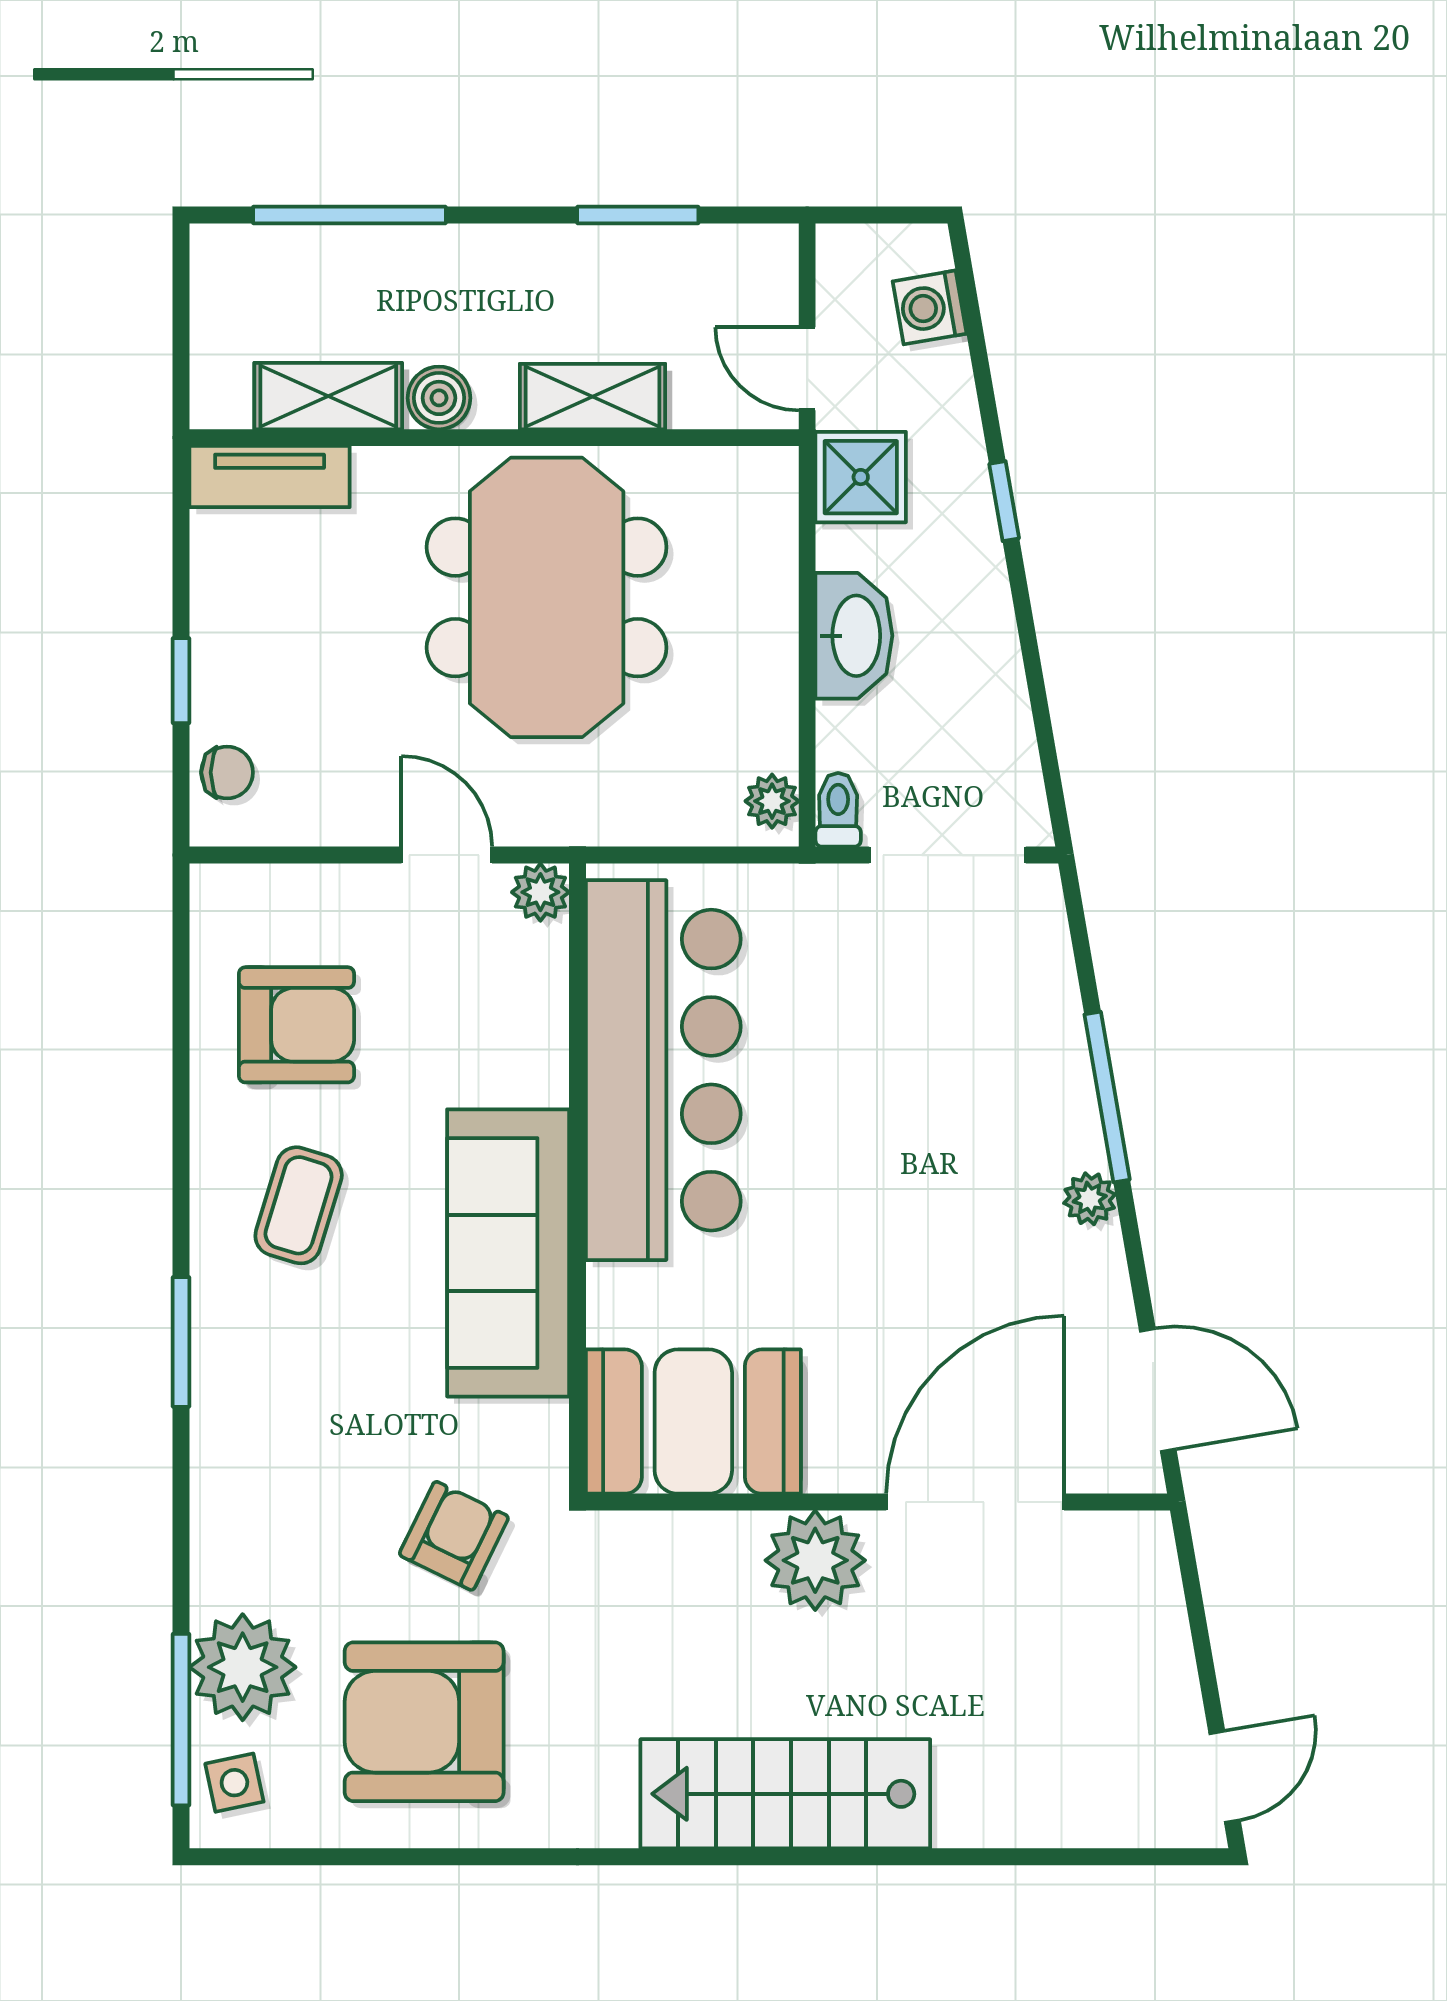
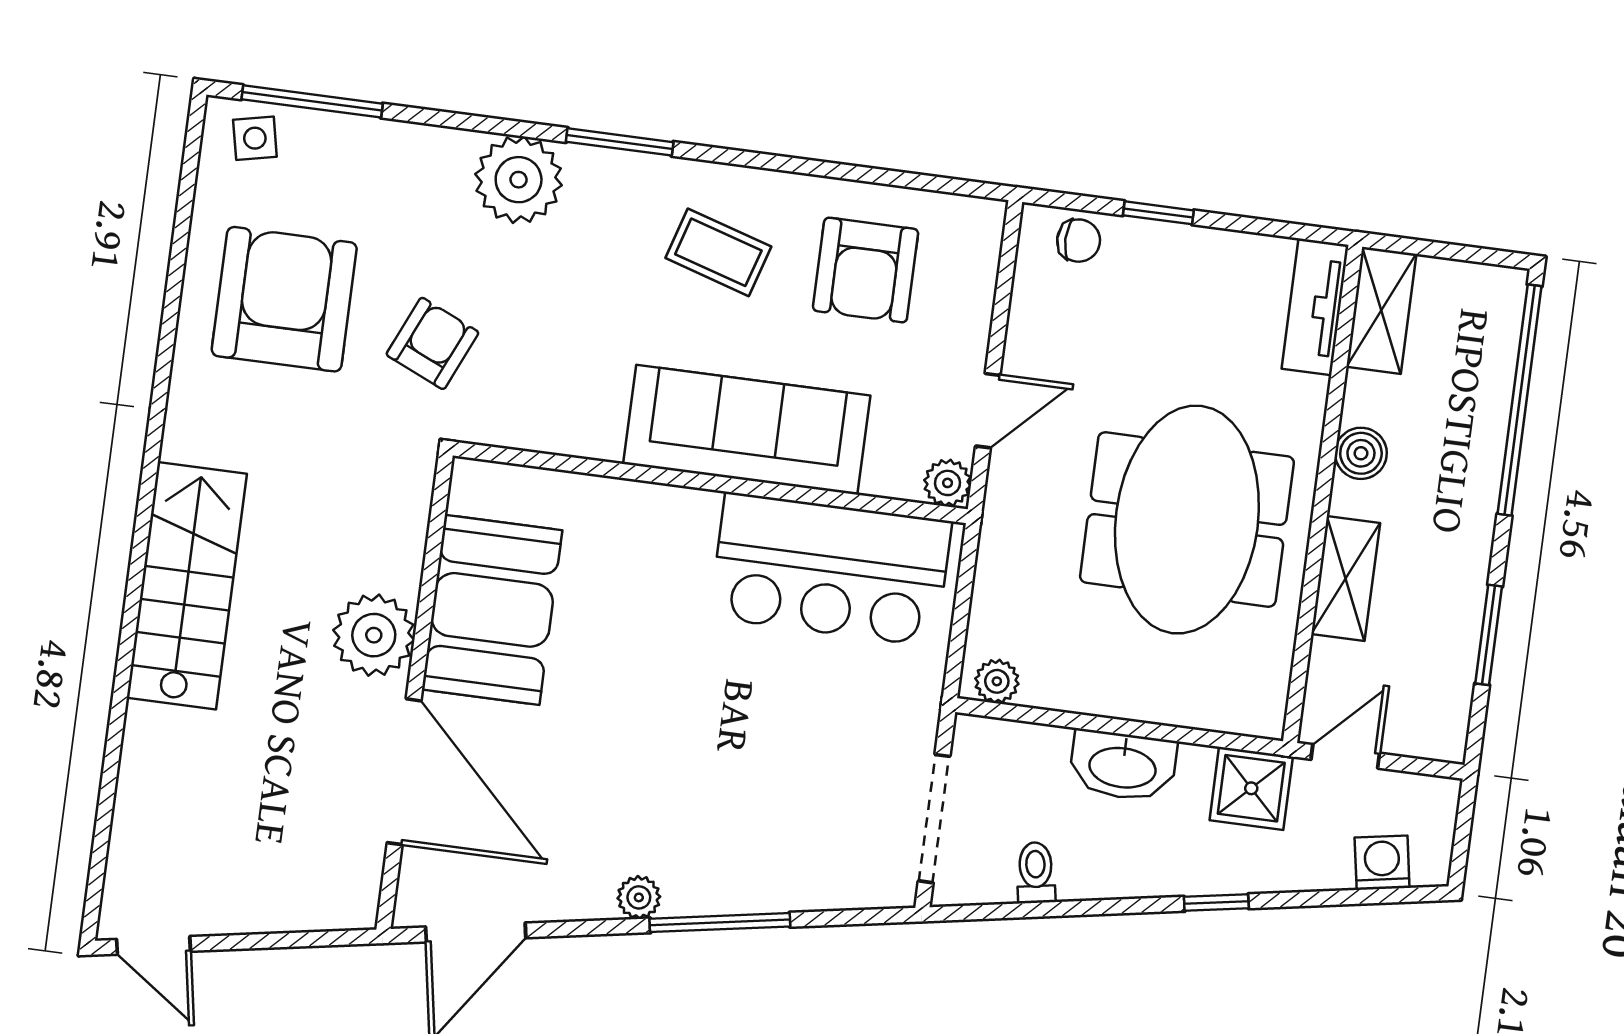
window: (349, 215) -> (1520, 400), width x1.46
shelving: (328, 396) -> (1381, 310), moved
meeting table: (547, 597) -> (1187, 520), turned 90
chair: (227, 772) -> (1079, 241), turned -90
toilet: (838, 810) -> (1036, 873), moved, turned -100
bar counter: (663, 1070) -> (831, 569), width x0.73
sofa: (508, 1253) -> (747, 430), moved
booth: (693, 1422) -> (492, 610), moved
armchair: (454, 1536) -> (432, 343), turned -92
plant: (243, 1667) -> (519, 180), moved

